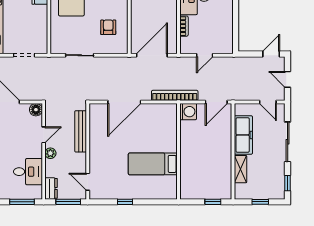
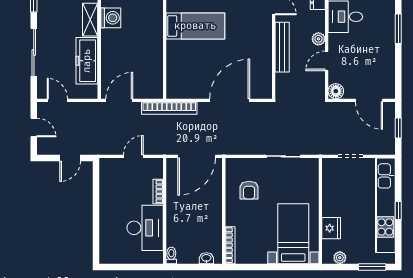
door: (271, 54) -> (70, 158), moved
washing machine: (188, 112) -> (111, 18), moved, turned 180
bench: (81, 131) -> (282, 47), moved

